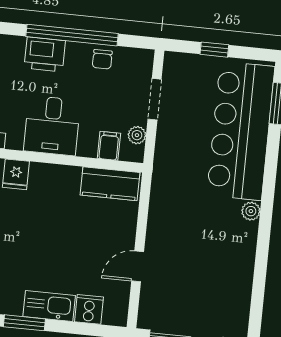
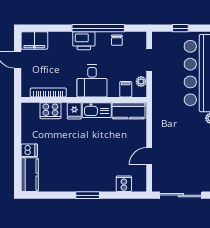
kitchen sink: (49, 306) -> (97, 110), moved, turned 180

